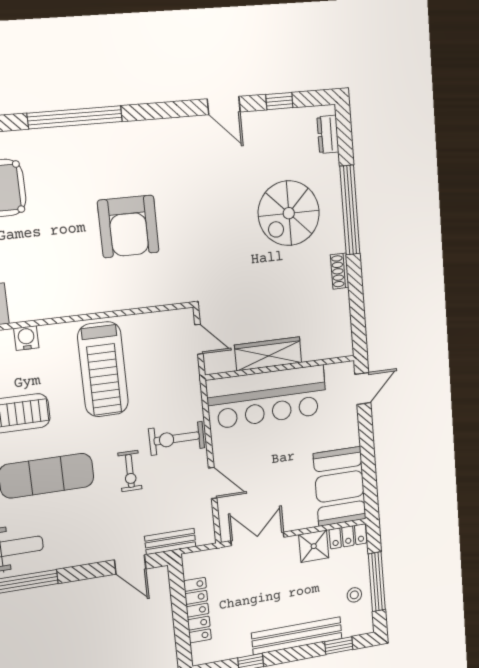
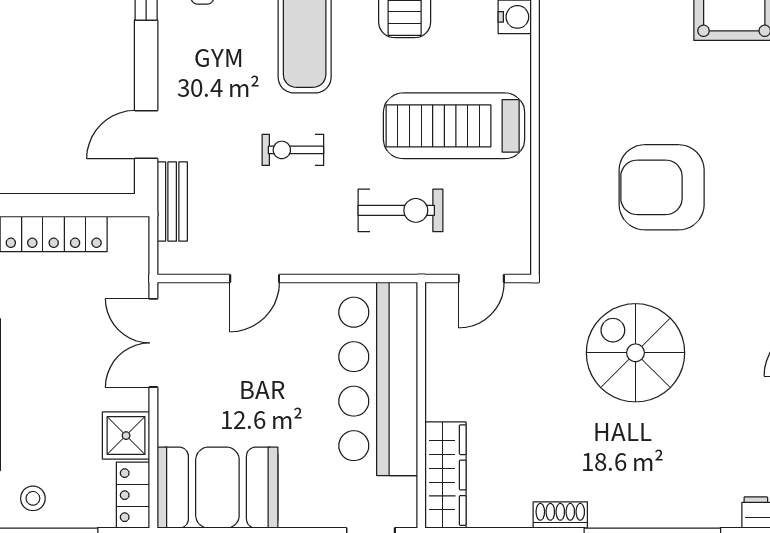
spiral stairs: (289, 213) -> (635, 353), moved
wardrobe: (268, 354) -> (445, 475), moved
exercise bike: (177, 438) -> (401, 210), moved, turned 90
double door: (258, 539) -> (153, 343), swing flipped

